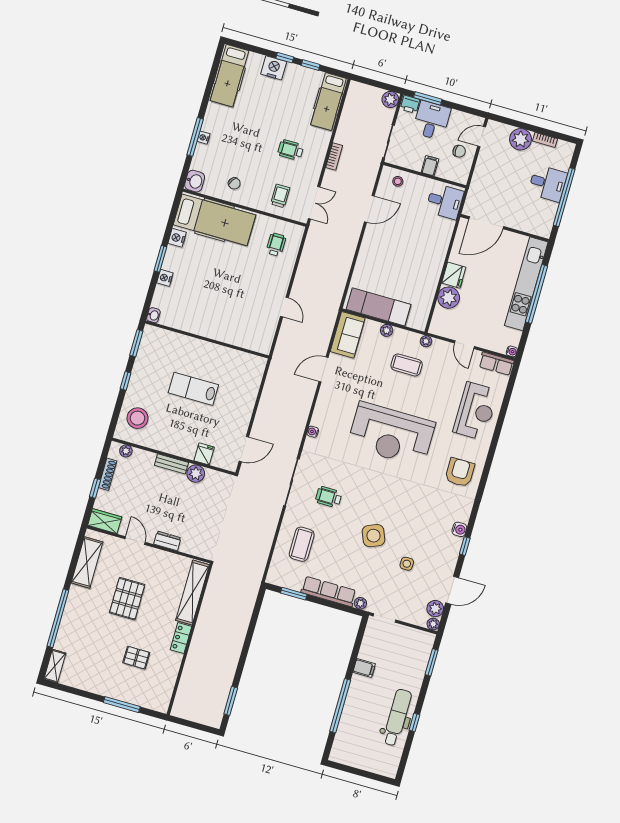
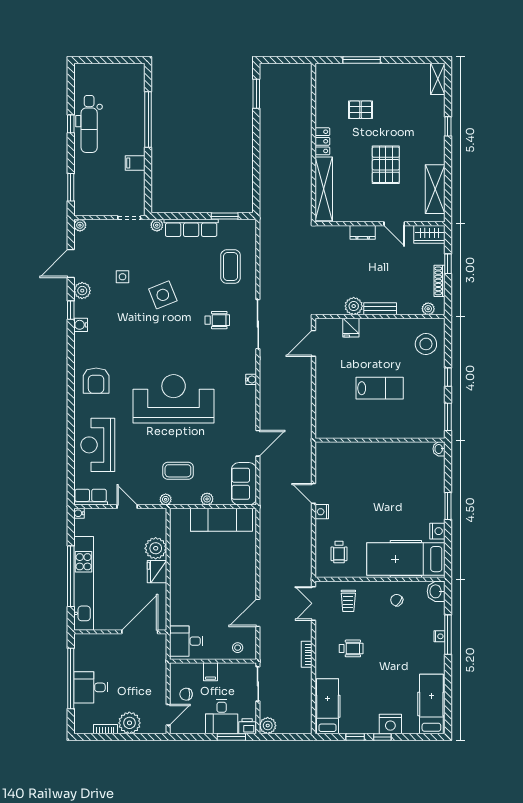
nightstand: (165, 278) -> (322, 512), moved, turned 180
plant: (435, 609) -> (82, 291), moved
window: (58, 618) -> (448, 126), width x0.32

